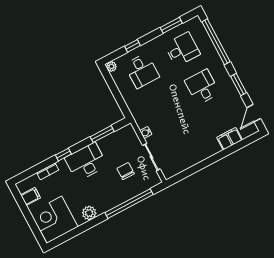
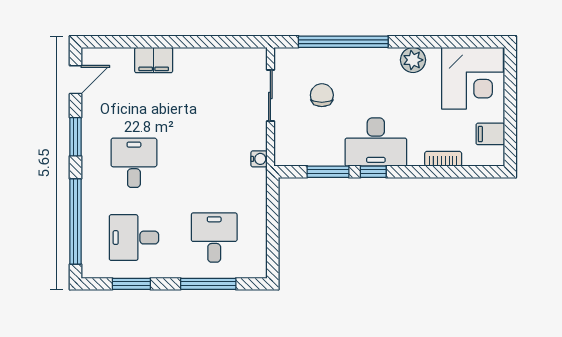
window: (133, 46) -> (208, 284), width x2.17
plant: (111, 66) -> (258, 269), removed
desk: (202, 87) -> (134, 163), turned 180
water cooler: (146, 133) -> (259, 159), moved
filing cabinet: (230, 139) -> (154, 60), moved
window: (63, 155) -> (373, 172), moved
chair: (126, 171) -> (322, 95), turned 180

